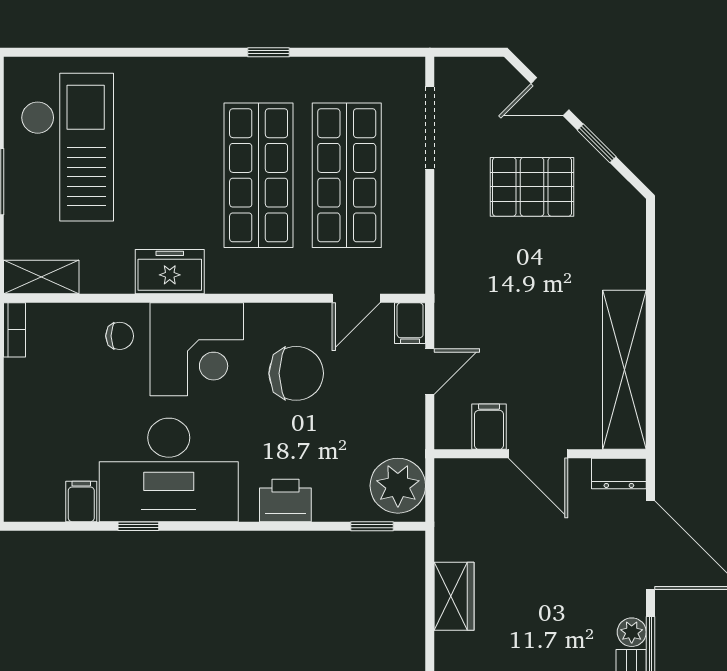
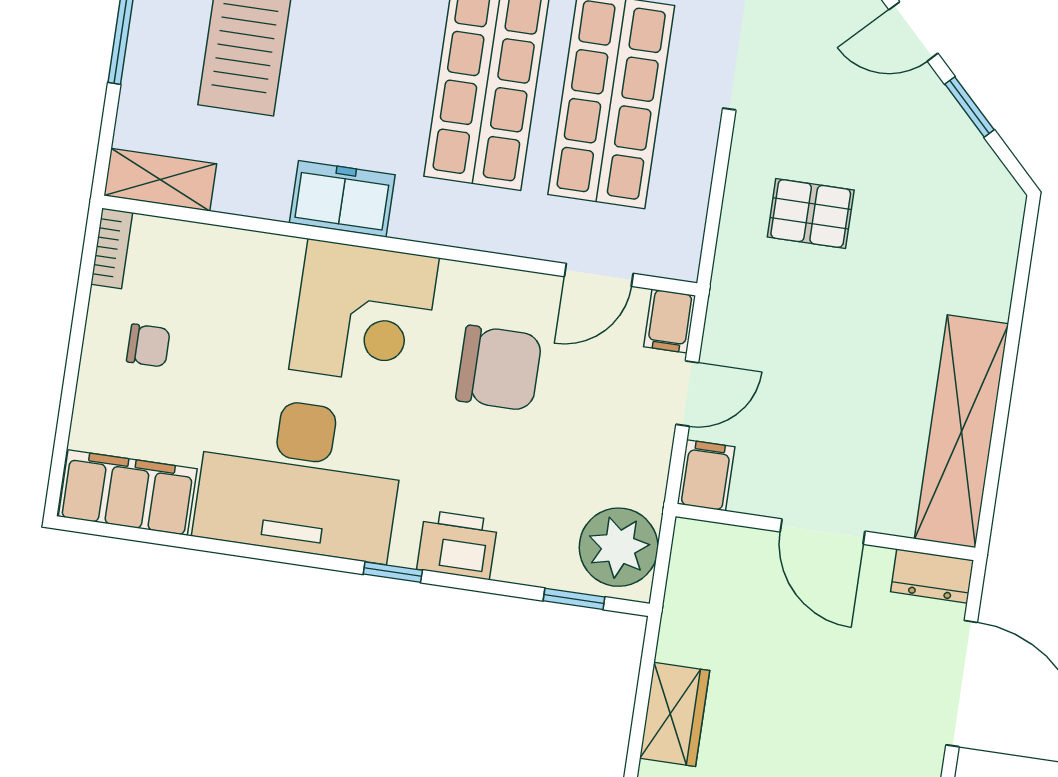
pallet: (532, 187) -> (811, 214), moved, width x0.67, depth x0.71
chair: (120, 336) -> (148, 346), moved
filing cabinet: (489, 427) -> (706, 475), moved
filing cabinet: (81, 501) -> (128, 493), width x3.00, depth x1.17
window: (138, 526) -> (393, 572), moved

